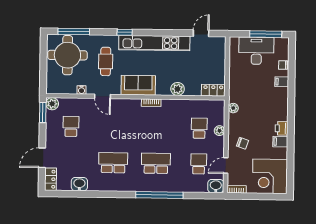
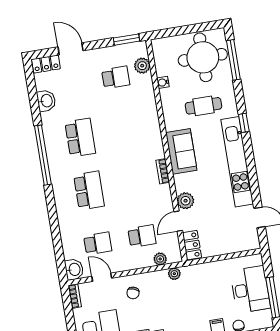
door: (102, 96) -> (178, 221), moved
plant: (52, 104) -> (142, 66), moved
plant: (219, 131) -> (160, 259), moved
window: (159, 195) -> (43, 155), moved

